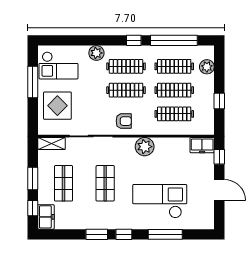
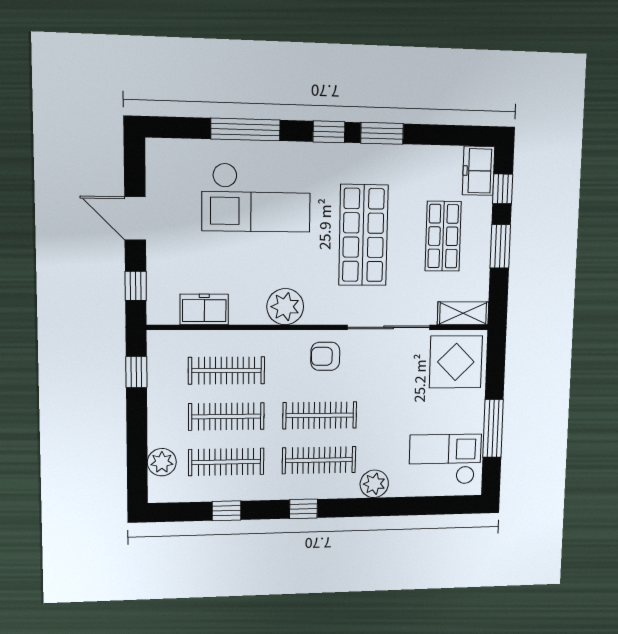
window: (174, 40) -> (226, 511), width x0.32
window: (219, 101) -> (136, 372), moved
display table: (57, 106) -> (456, 362), moved
freezer: (202, 145) -> (204, 309), moved
shop shelf: (105, 183) -> (363, 235), width x1.43, depth x1.36

